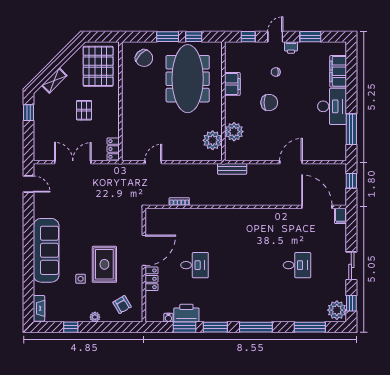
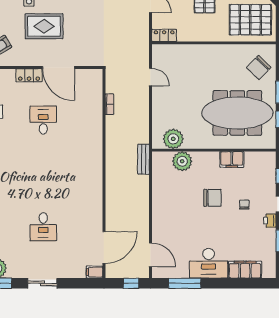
chair: (269, 103) -> (213, 198), turned -90
door: (291, 162) -> (151, 255), moved
desk: (195, 265) -> (43, 120), turned 180

